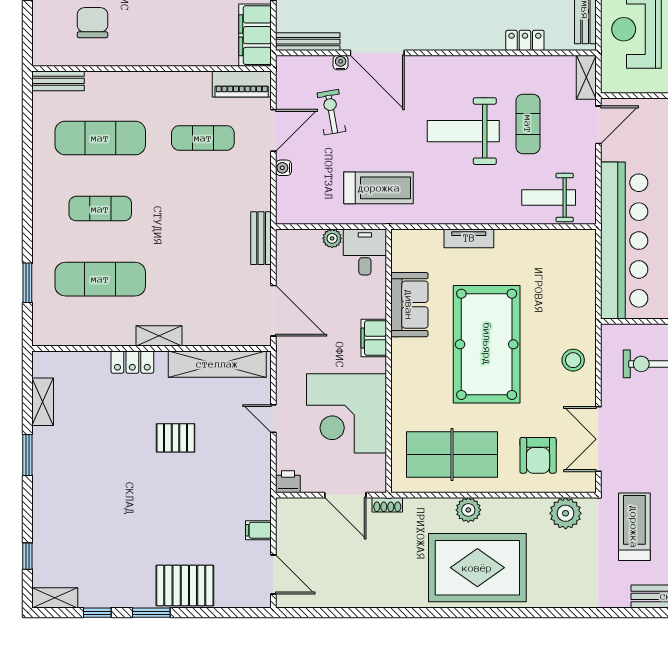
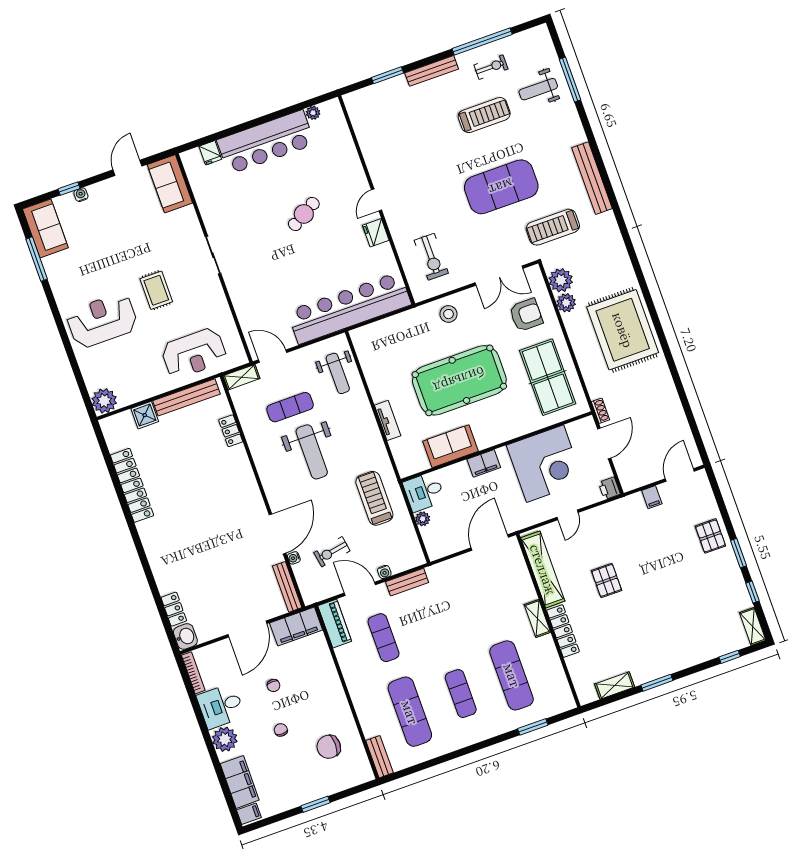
bench: (261, 238) -> (407, 582), moved
locker: (132, 362) -> (563, 631), width x1.53
plant: (468, 510) -> (566, 303), moved
pallet: (185, 585) -> (710, 536), width x0.67, depth x0.71

